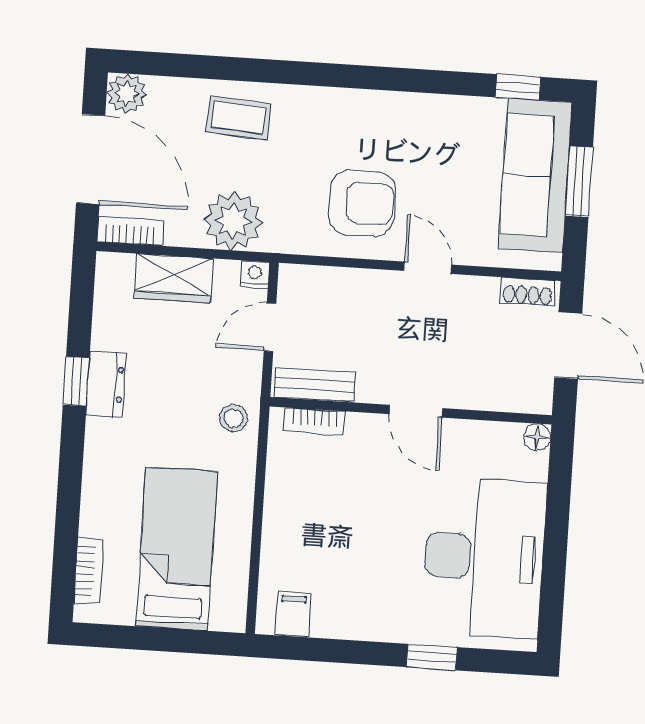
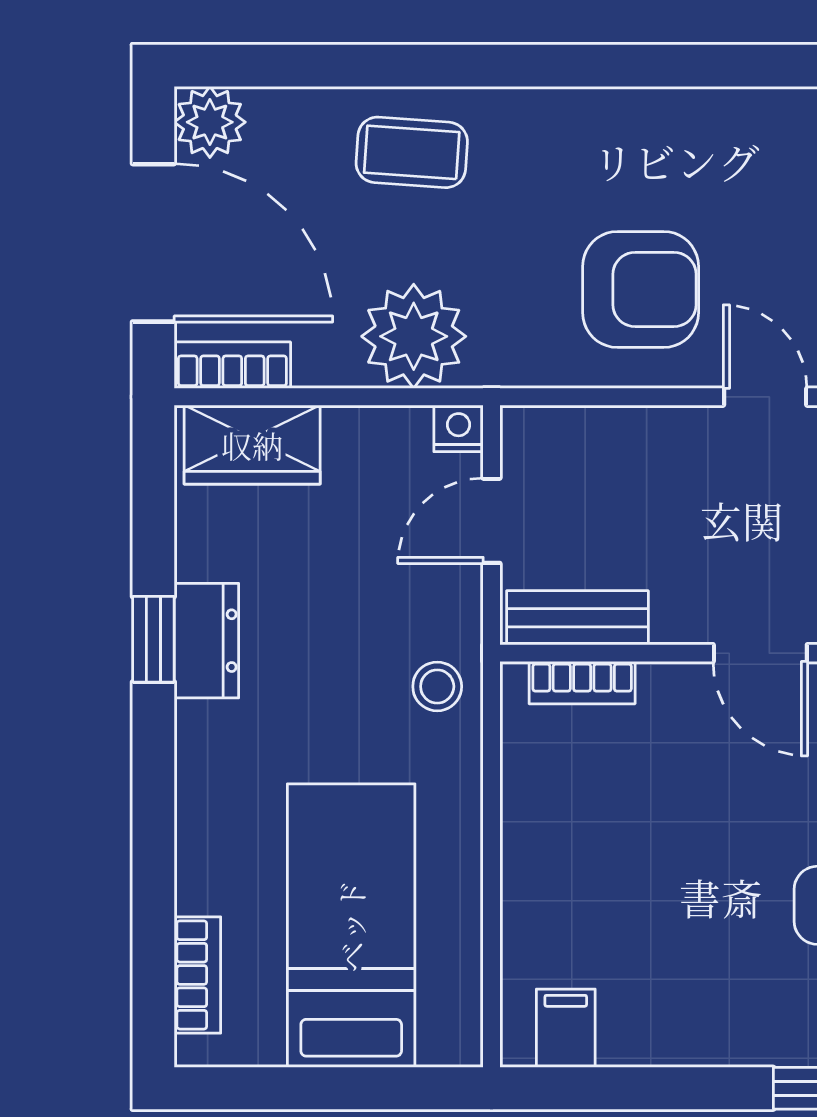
wardrobe: (173, 278) -> (252, 445), moved

